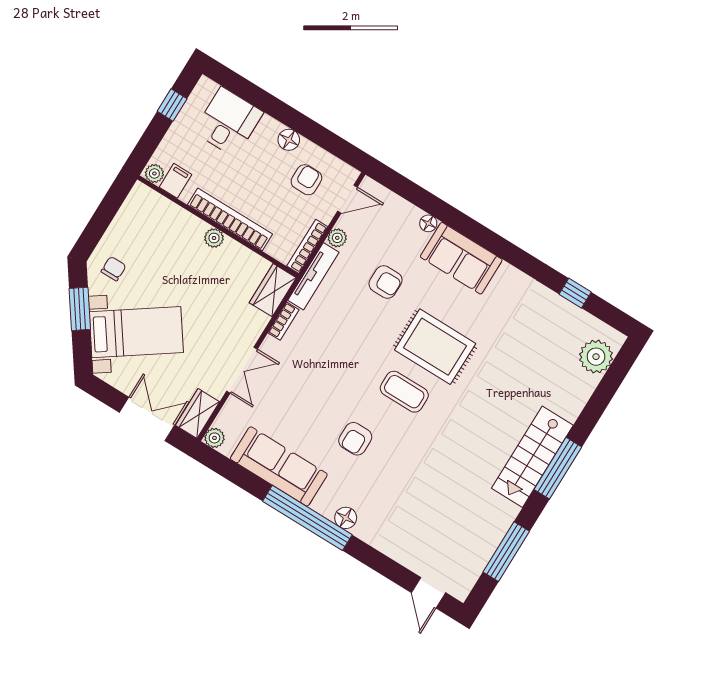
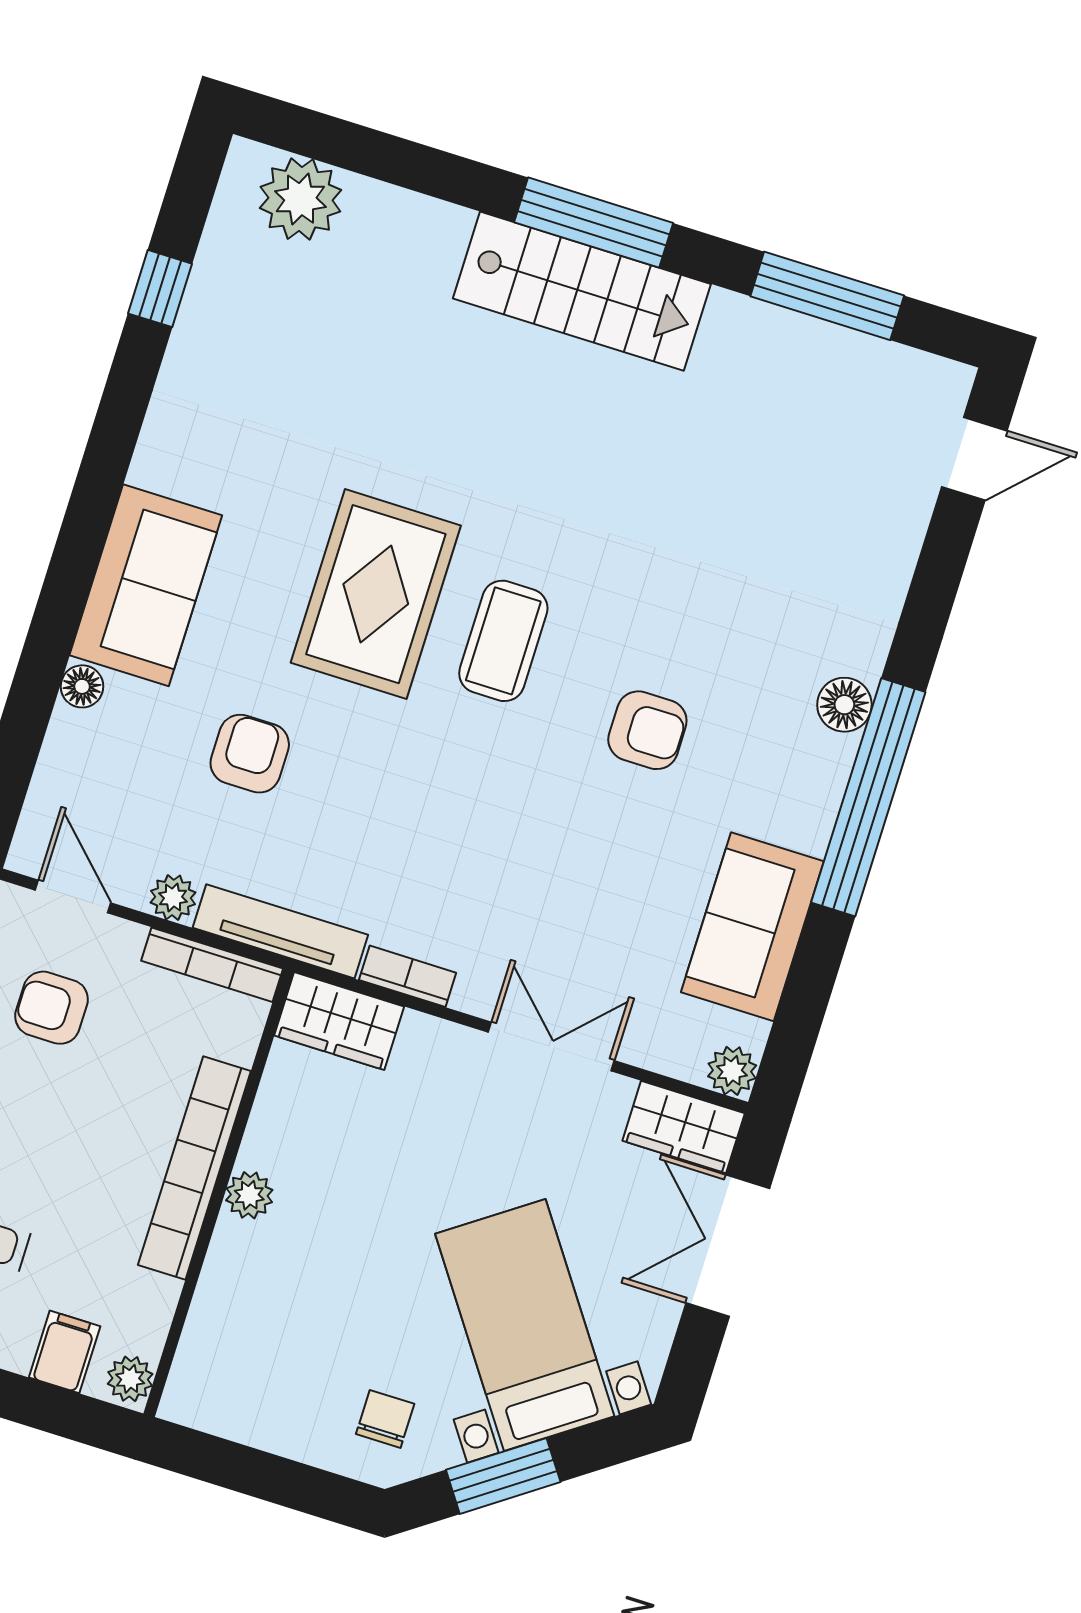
filing cabinet: (175, 181) -> (65, 1352), moved, turned 90
chair: (114, 269) -> (385, 1419), turned 90
sofa: (279, 466) -> (752, 927), width x0.73

